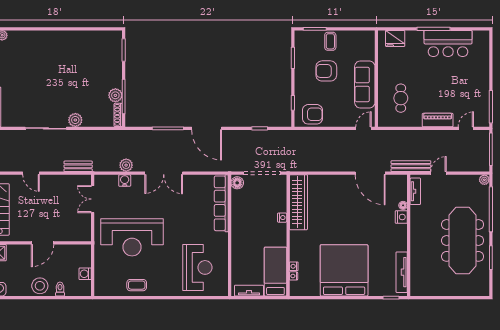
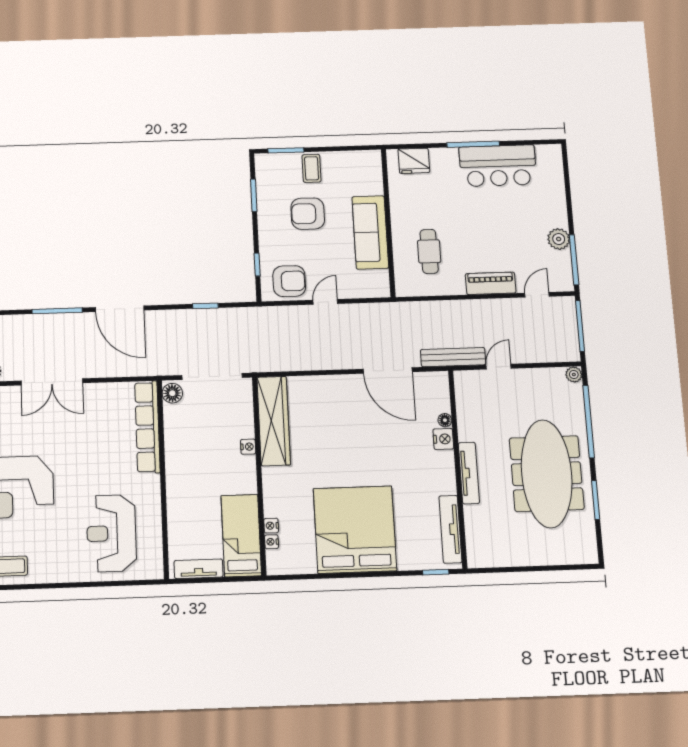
plant: (482, 93) -> (559, 239), added
door: (364, 128) -> (325, 302), moved
tv unit: (415, 191) -> (469, 473), moved, width x1.41
reception desk: (197, 267) -> (111, 533), turned 180

